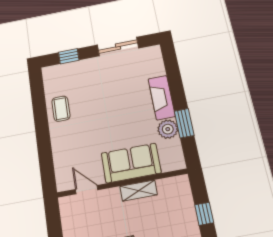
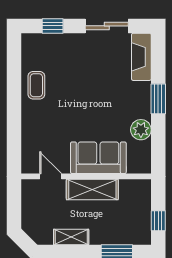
fireplace: (162, 98) -> (141, 57), moved
window: (184, 123) -> (158, 99), moved
shelving: (139, 191) -> (92, 189), width x1.50, depth x1.33

